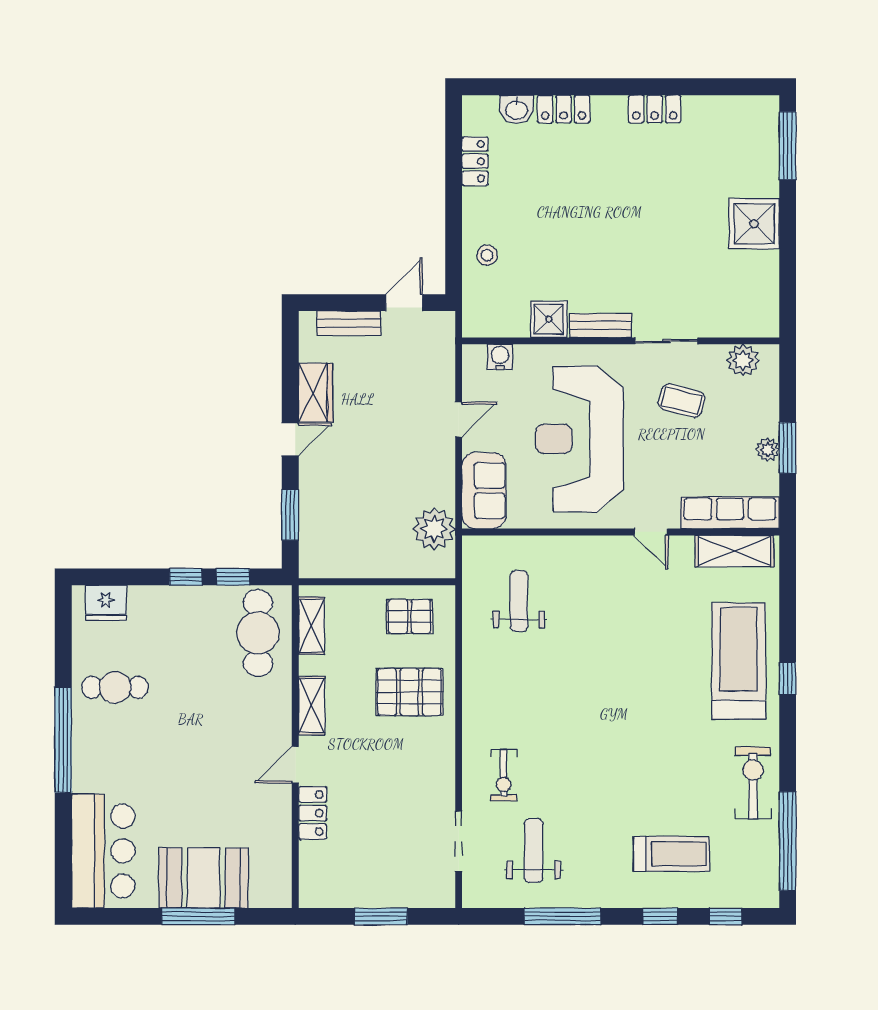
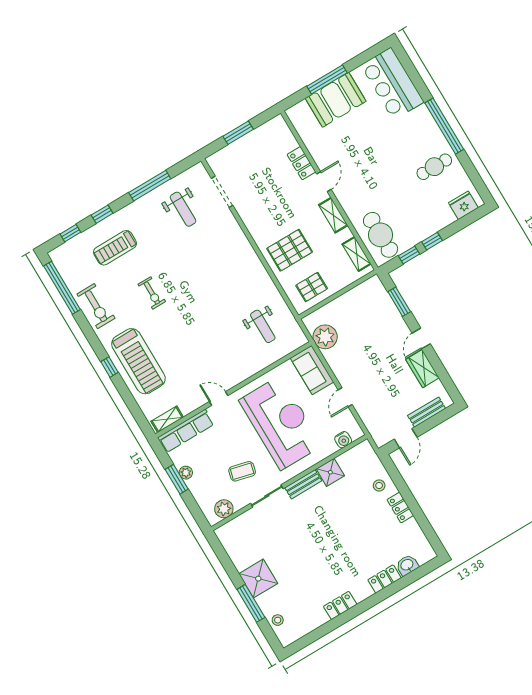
stool: (762, 143) -> (278, 620), added
window: (788, 146) -> (251, 603), moved
locker: (475, 161) -> (400, 508), moved
shelving: (735, 551) -> (167, 419), width x0.67, depth x0.75
exercise bike: (504, 775) -> (152, 293), moved, turned 180

